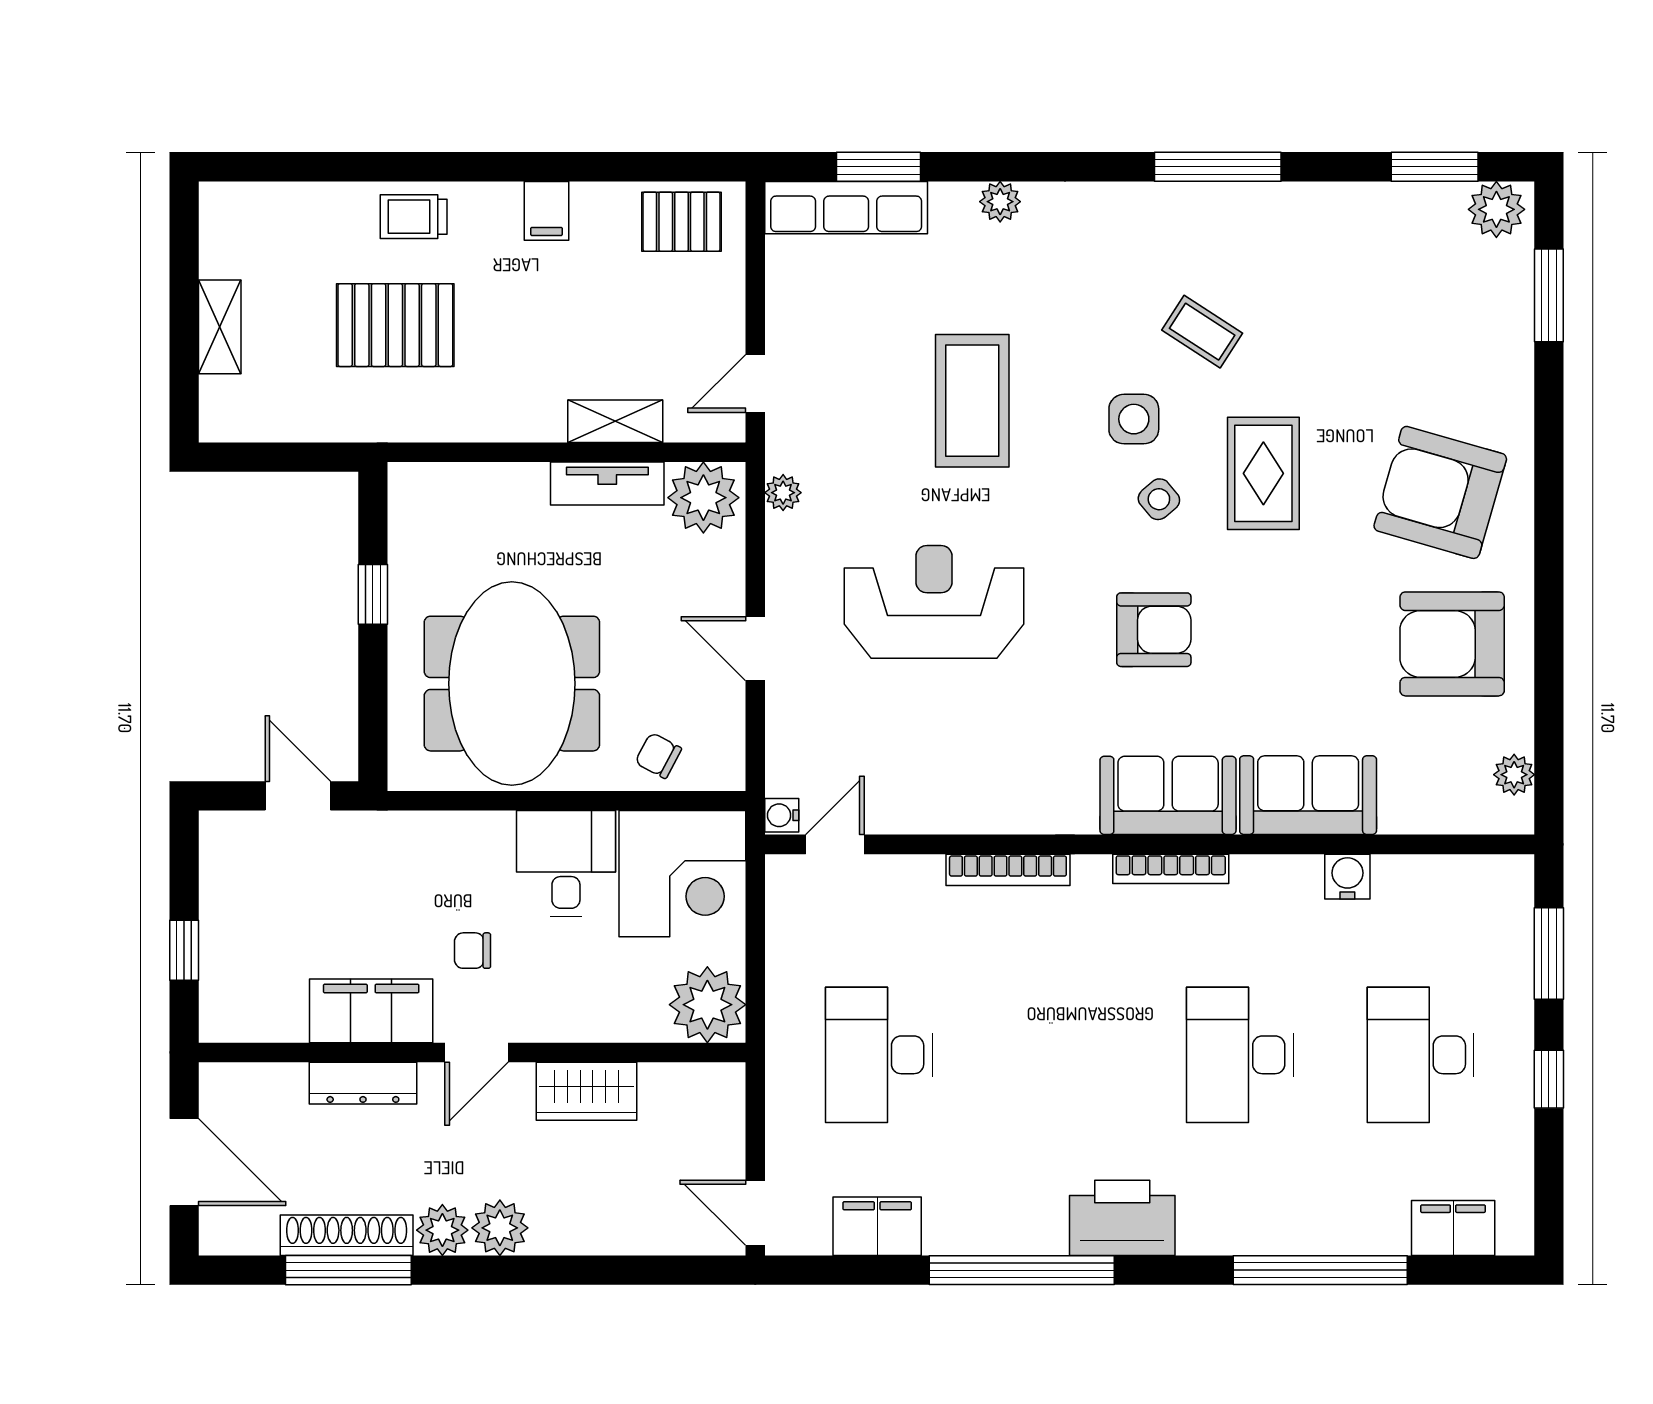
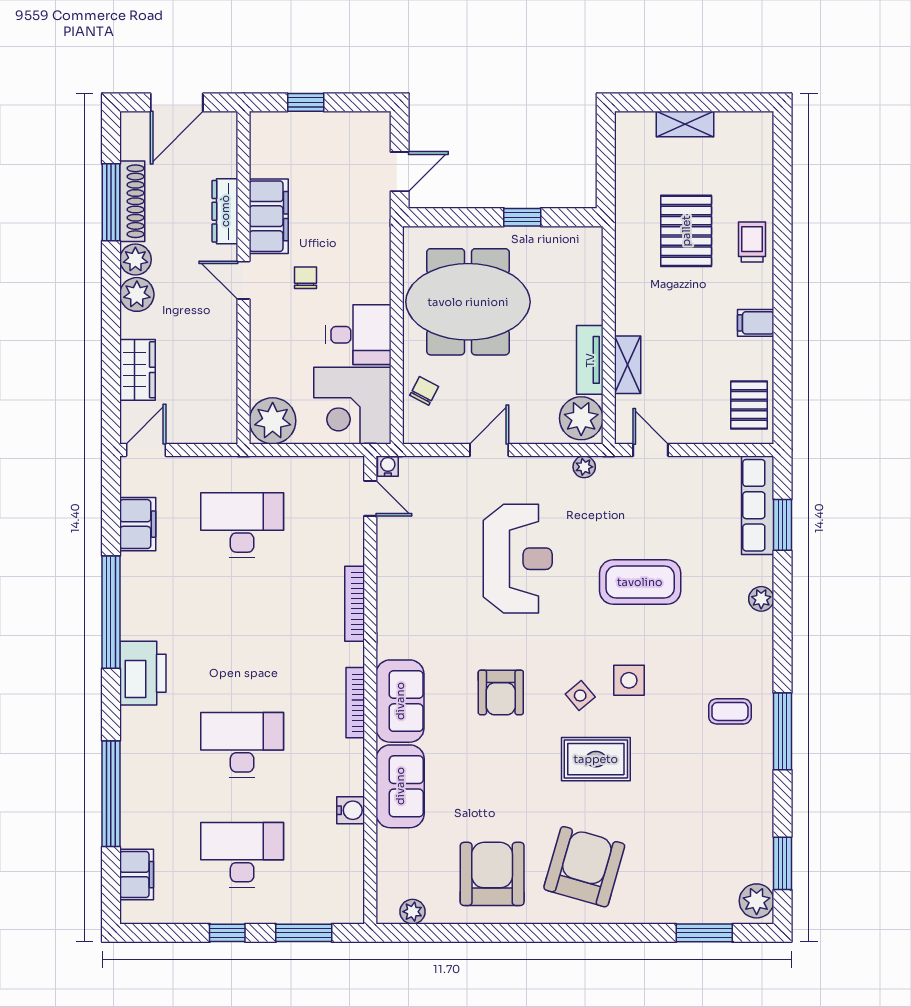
coffee table: (1202, 332) -> (730, 711), moved, turned 57
wardrobe: (587, 1091) -> (138, 370), moved, turned 180

